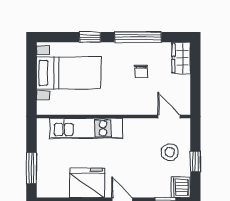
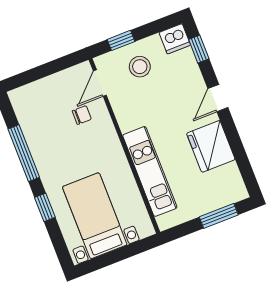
wardrobe: (181, 58) -> (28, 95), removed
chair: (141, 71) -> (82, 115), moved
window: (195, 161) -> (121, 40), moved

